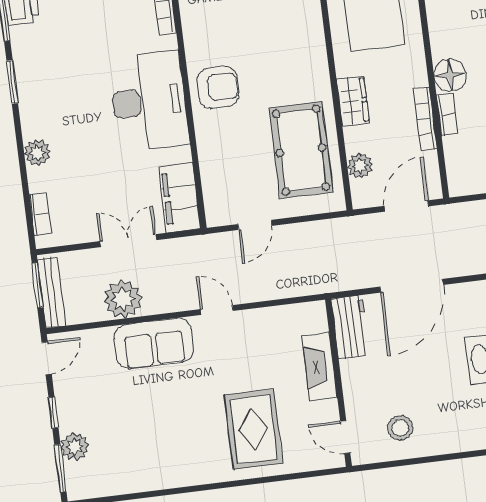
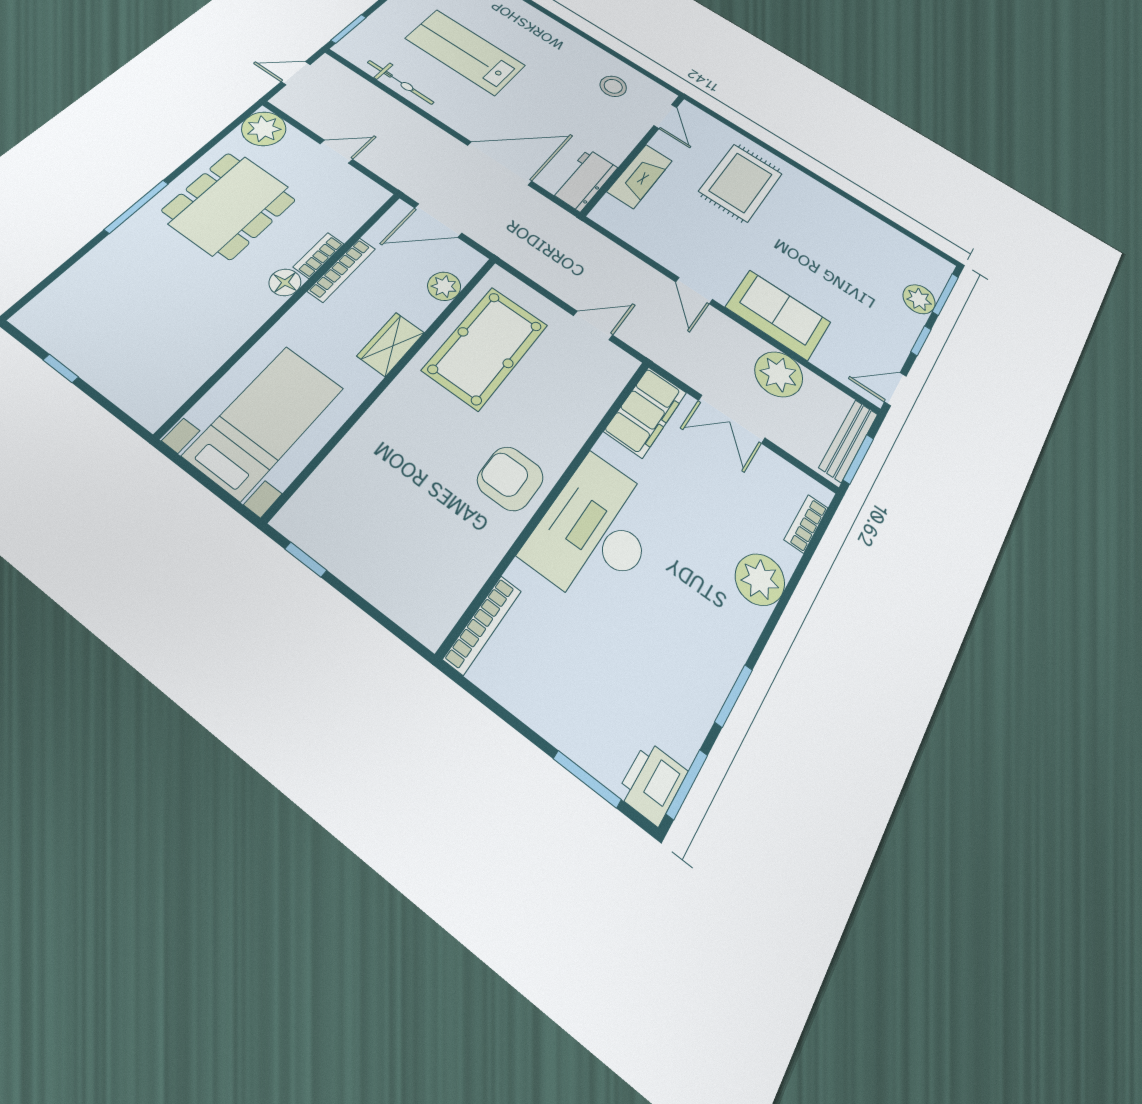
floor lamp: (450, 75) -> (285, 282), width x0.73, depth x0.73
plant: (37, 153) -> (760, 579), width x1.36, depth x1.36

